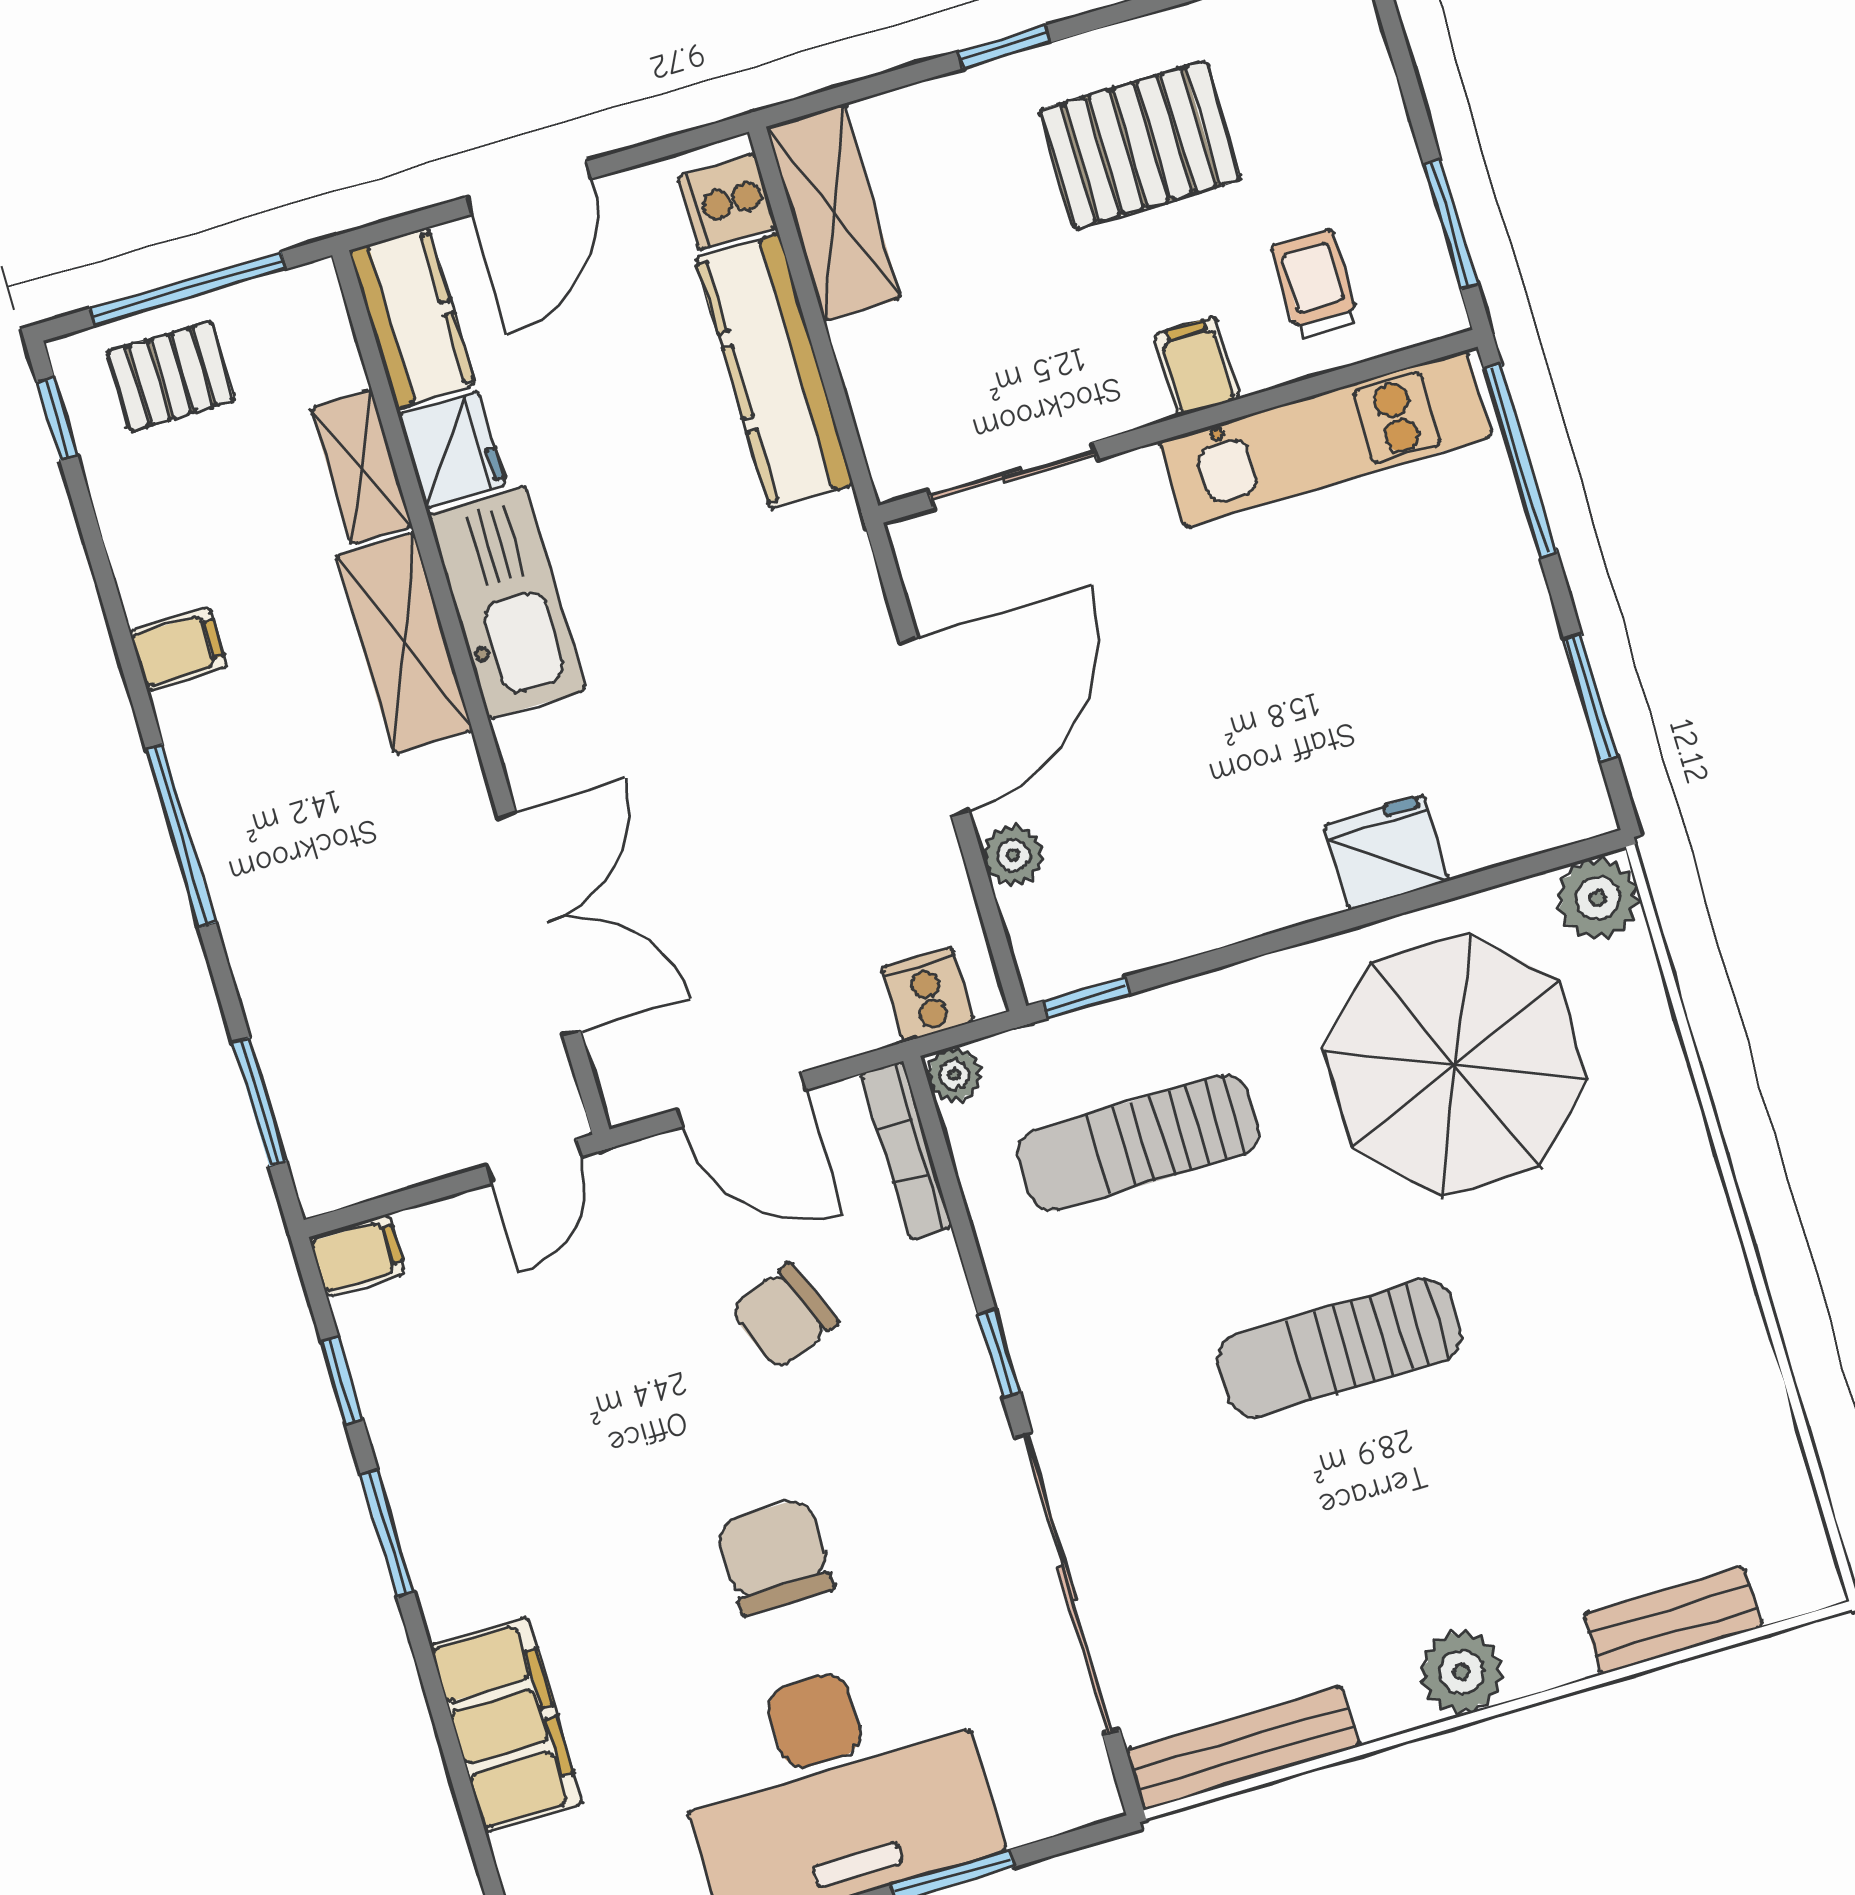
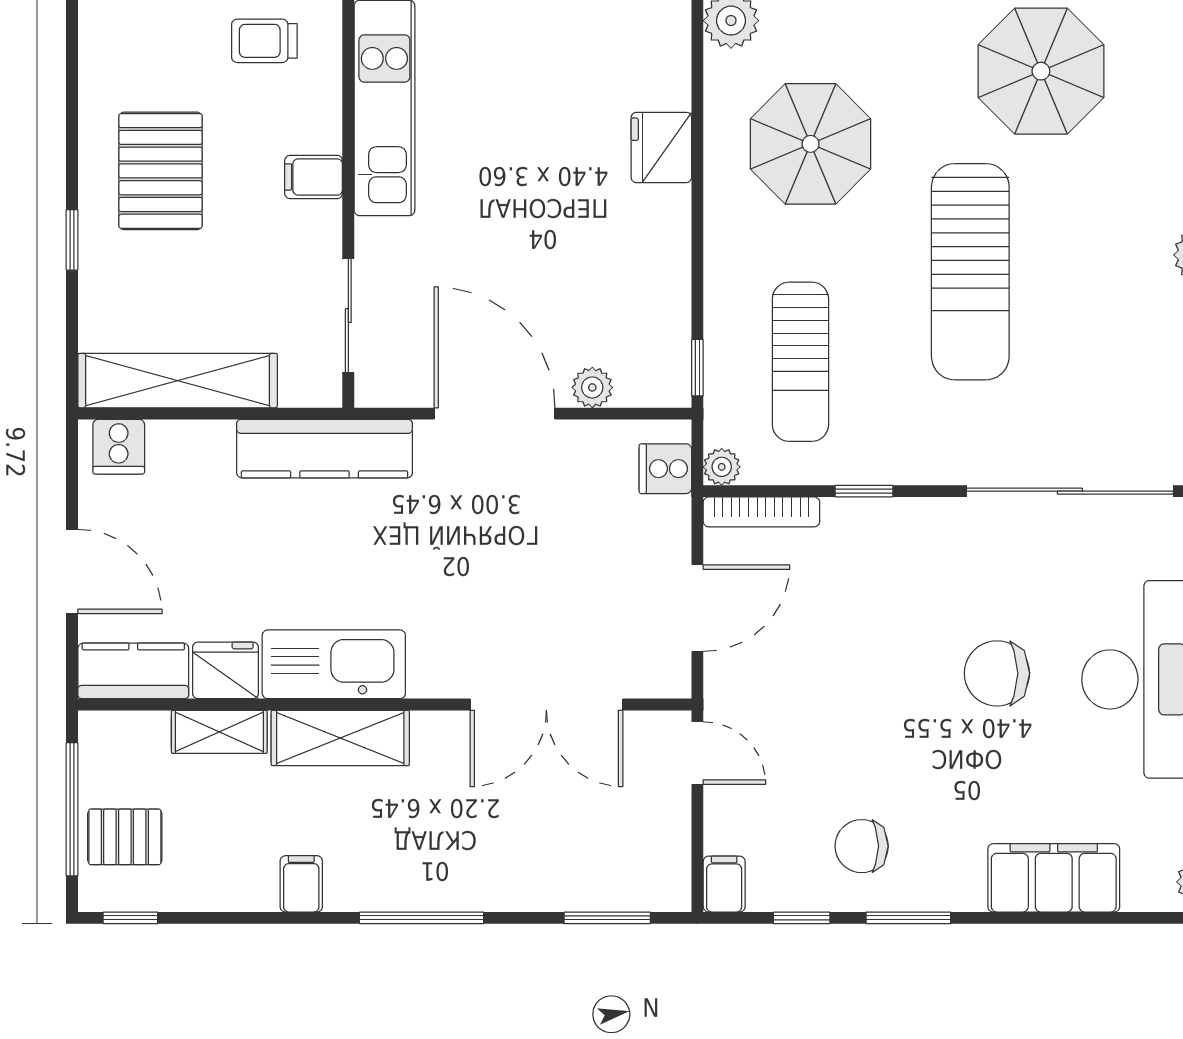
shelving: (834, 213) -> (178, 381), width x1.47
trolley: (1315, 284) -> (264, 41), moved
kitchen counter: (774, 371) -> (325, 449), moved
pallet: (171, 376) -> (125, 837), turned 90
double door: (539, 924) -> (546, 704), swing flipped
parasol: (1455, 1065) -> (811, 144), width x0.73, depth x0.73
chair: (784, 1316) -> (862, 846), moved, turned 112
sun lounger: (1340, 1348) -> (970, 272), width x1.36, depth x1.34
window: (999, 1353) -> (864, 491), moved
parasol: (1657, 1364) -> (1041, 71), added

